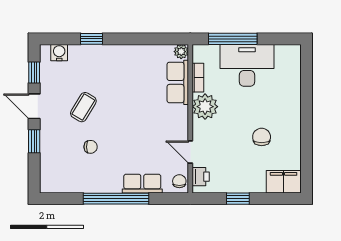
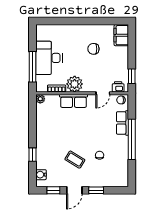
row of seats: (178, 82) -> (74, 101), moved
window: (238, 199) -> (132, 76), moved

